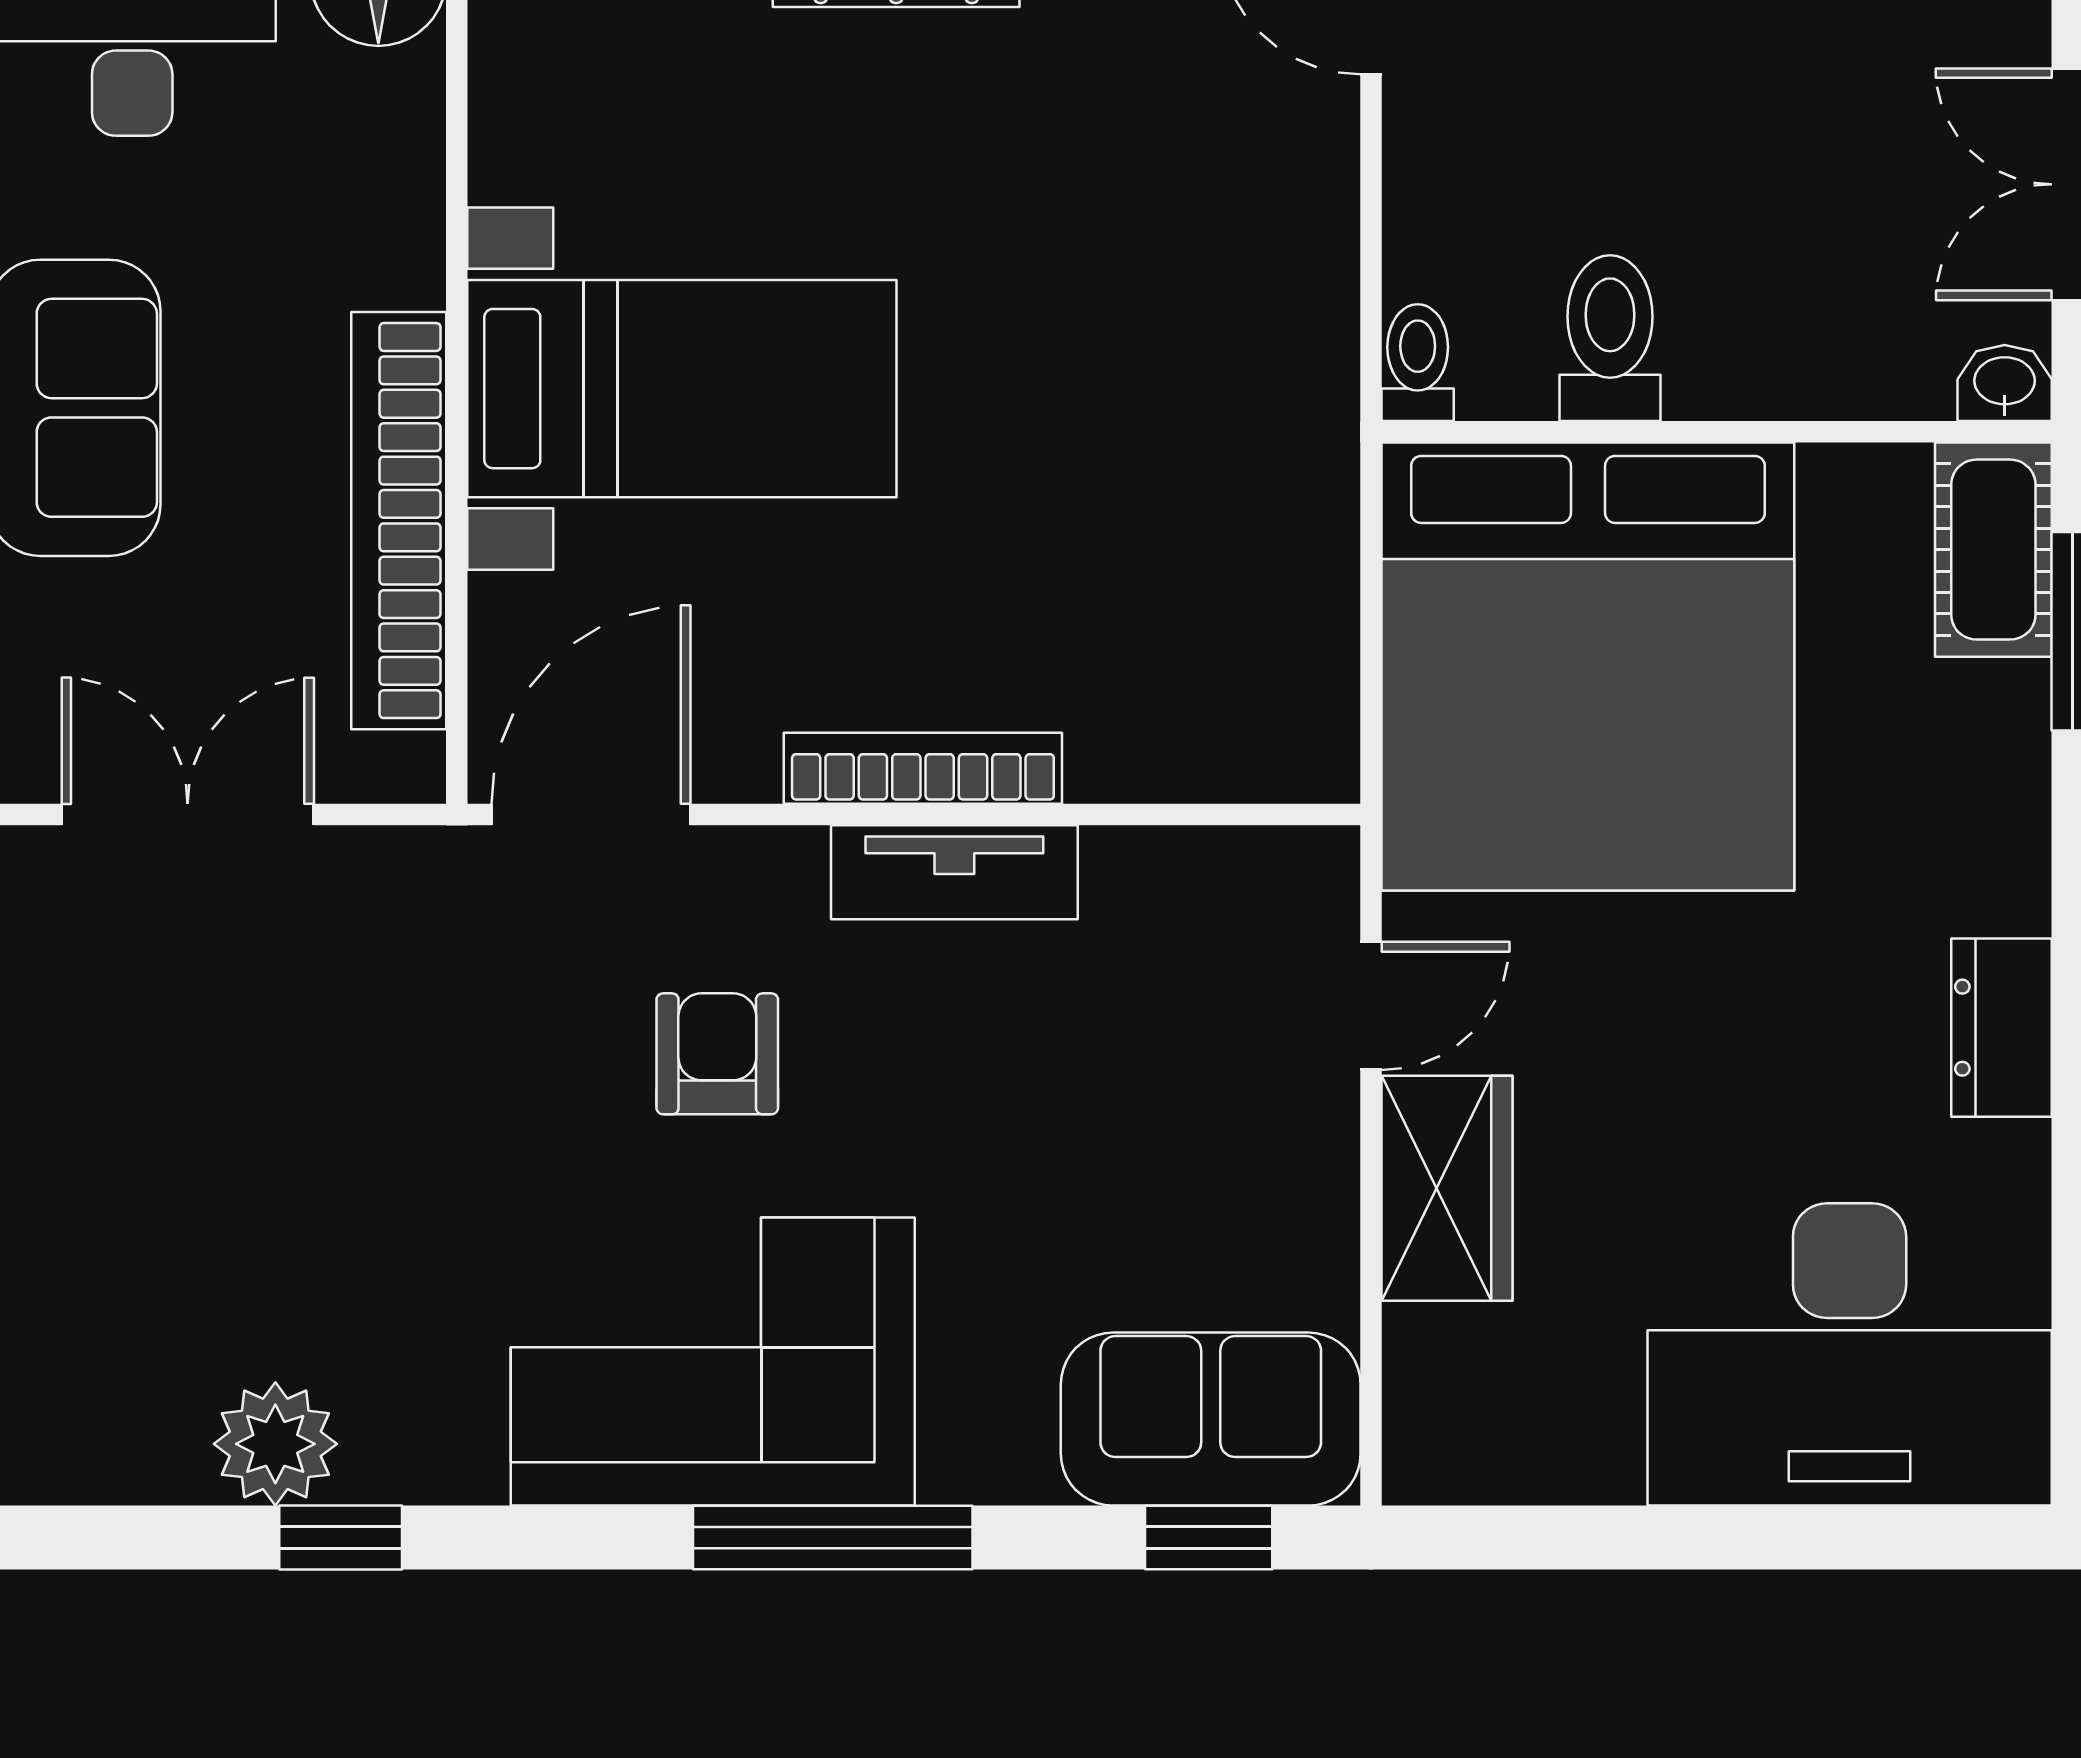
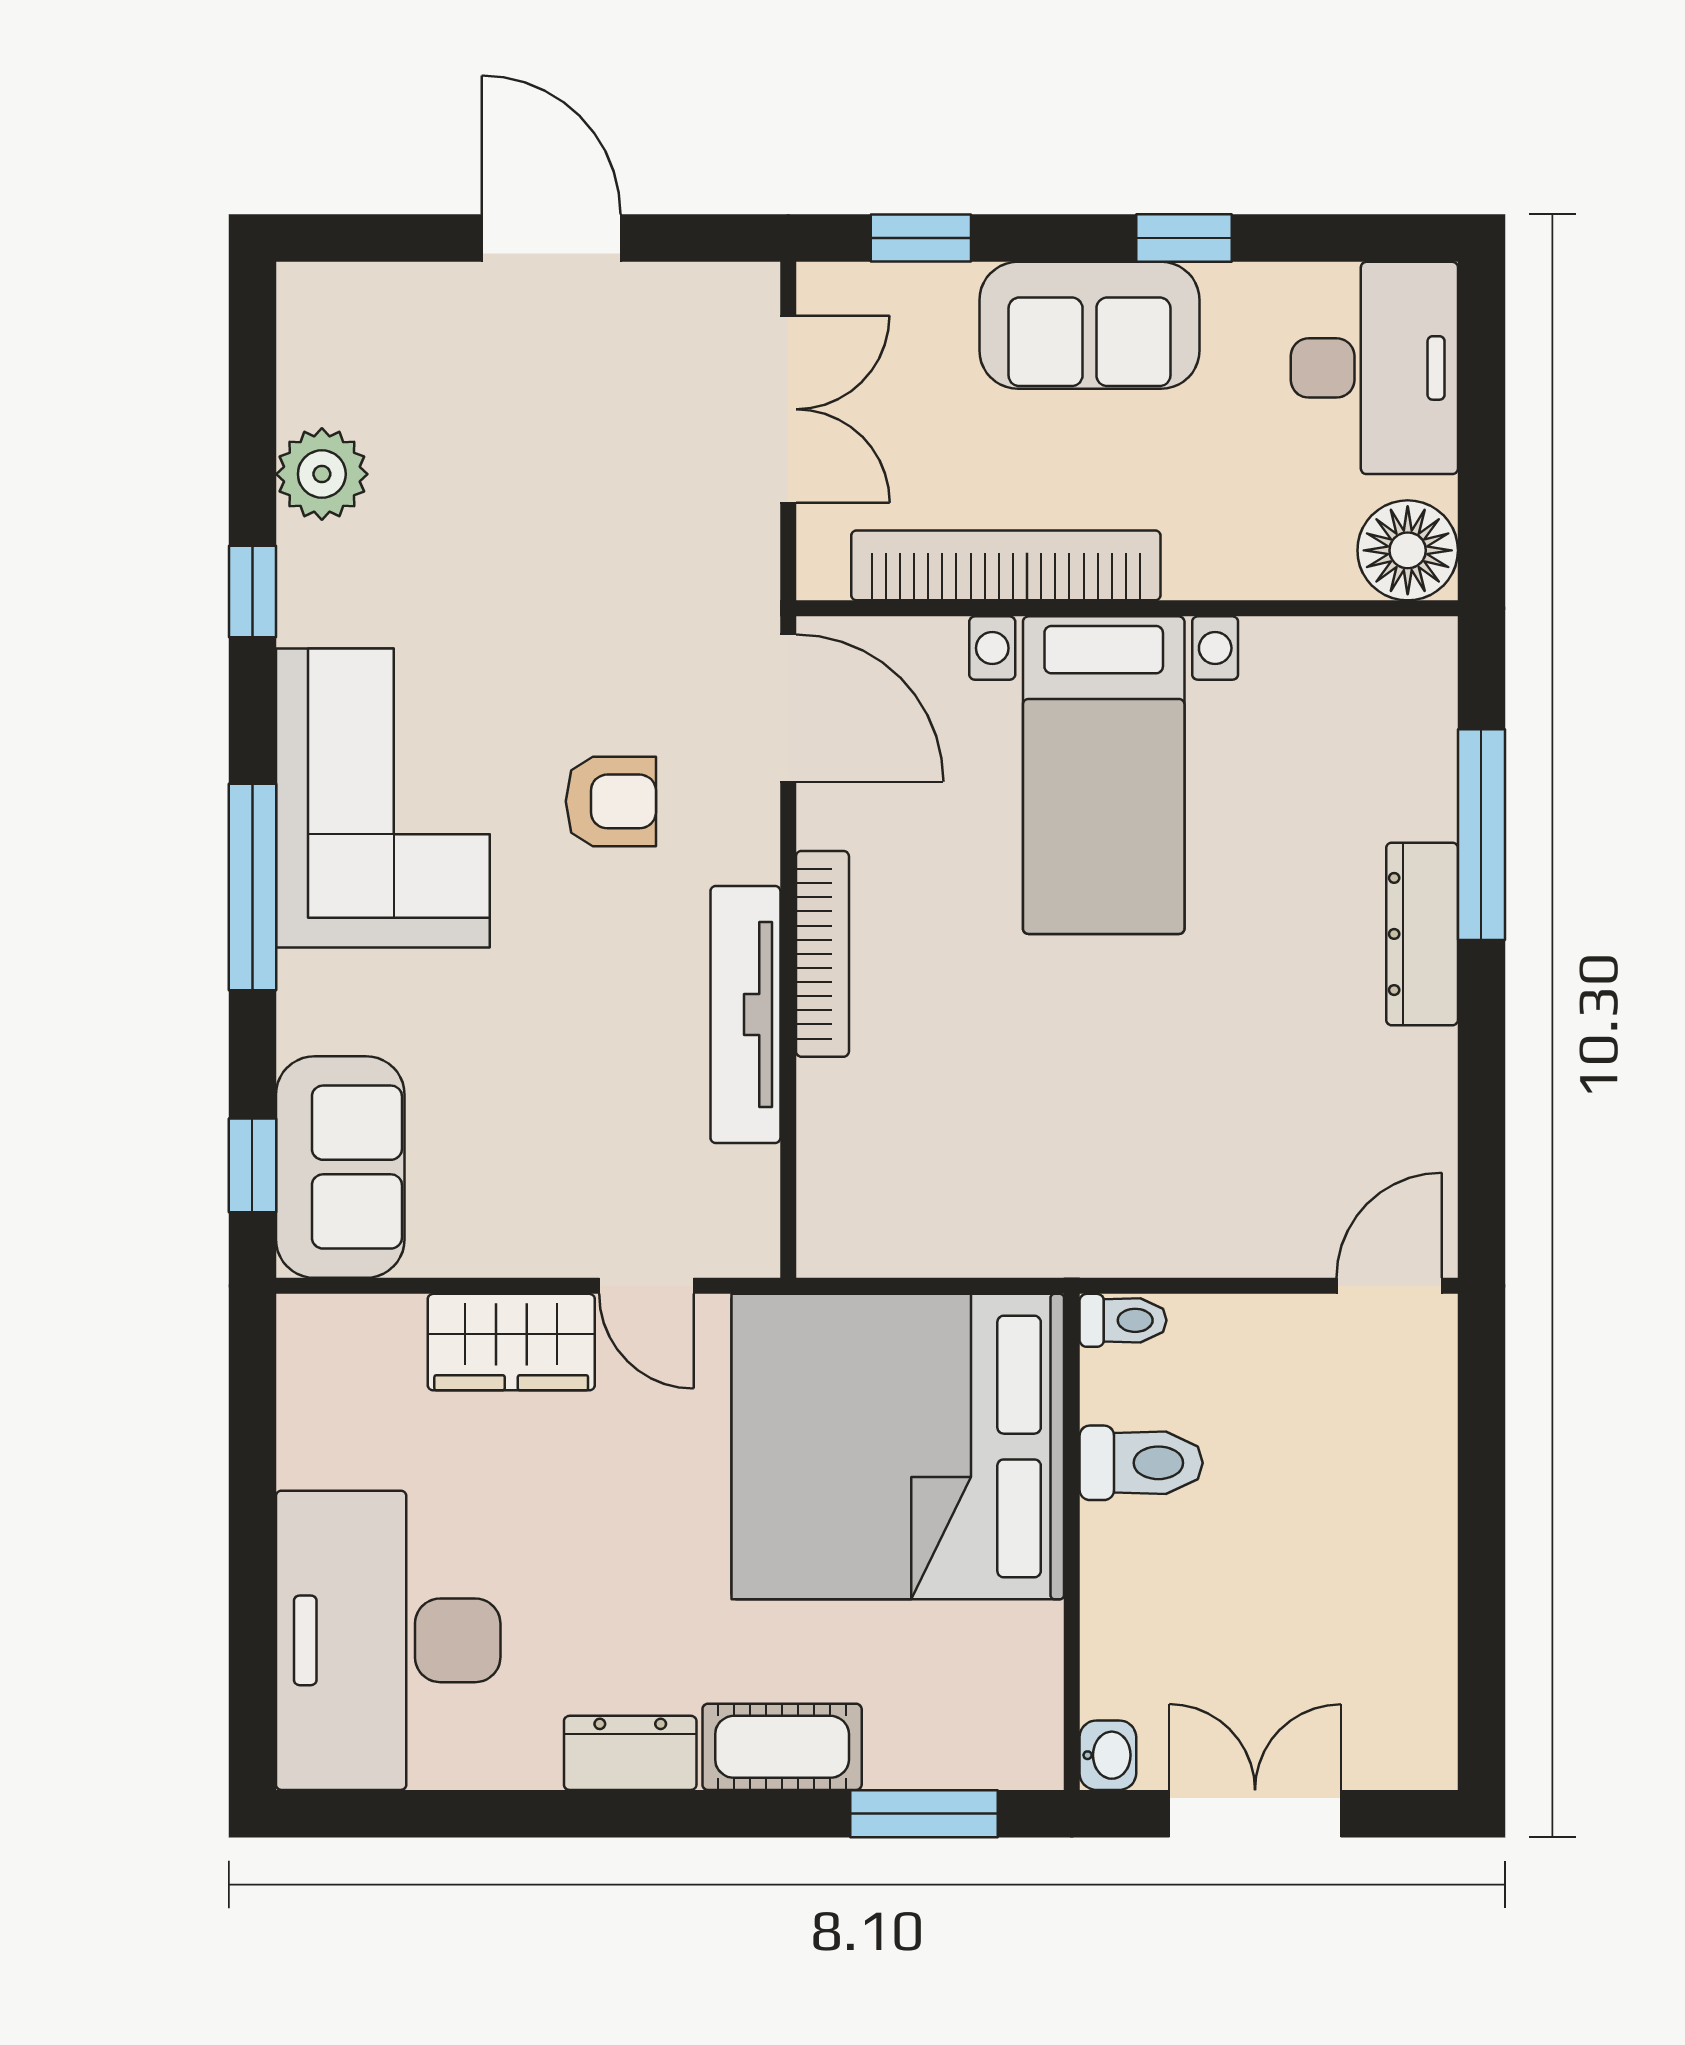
cot: (1993, 550) -> (782, 1747), moved
tv unit: (954, 872) -> (745, 1015), width x1.41
window: (341, 1538) -> (252, 592), moved

